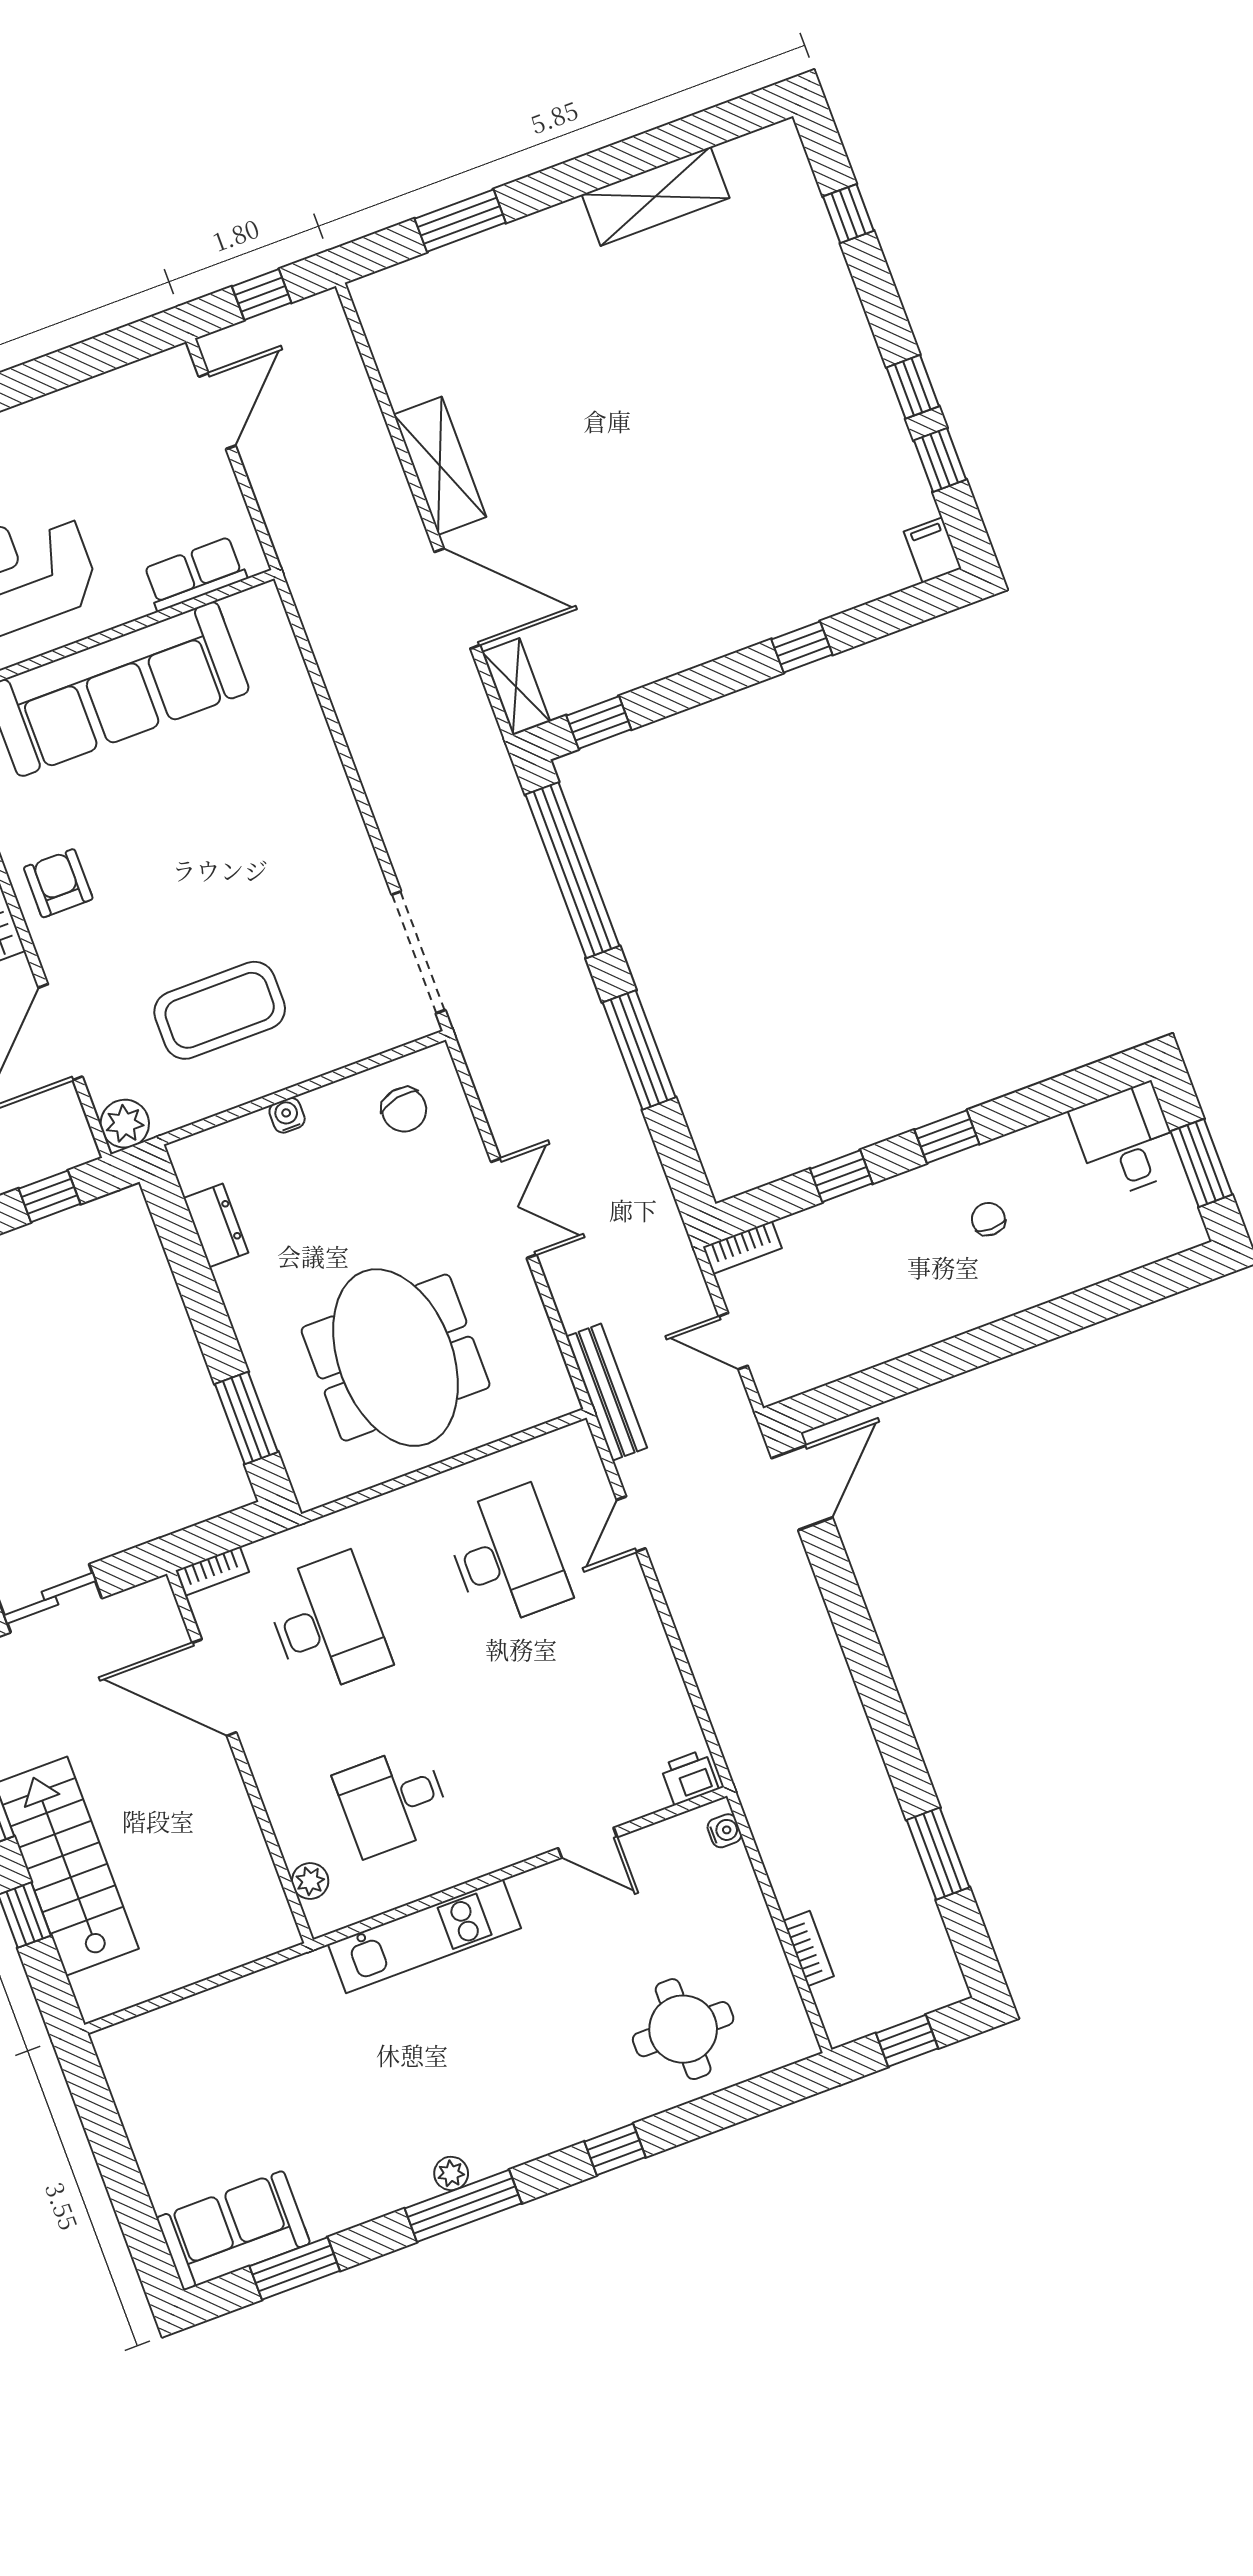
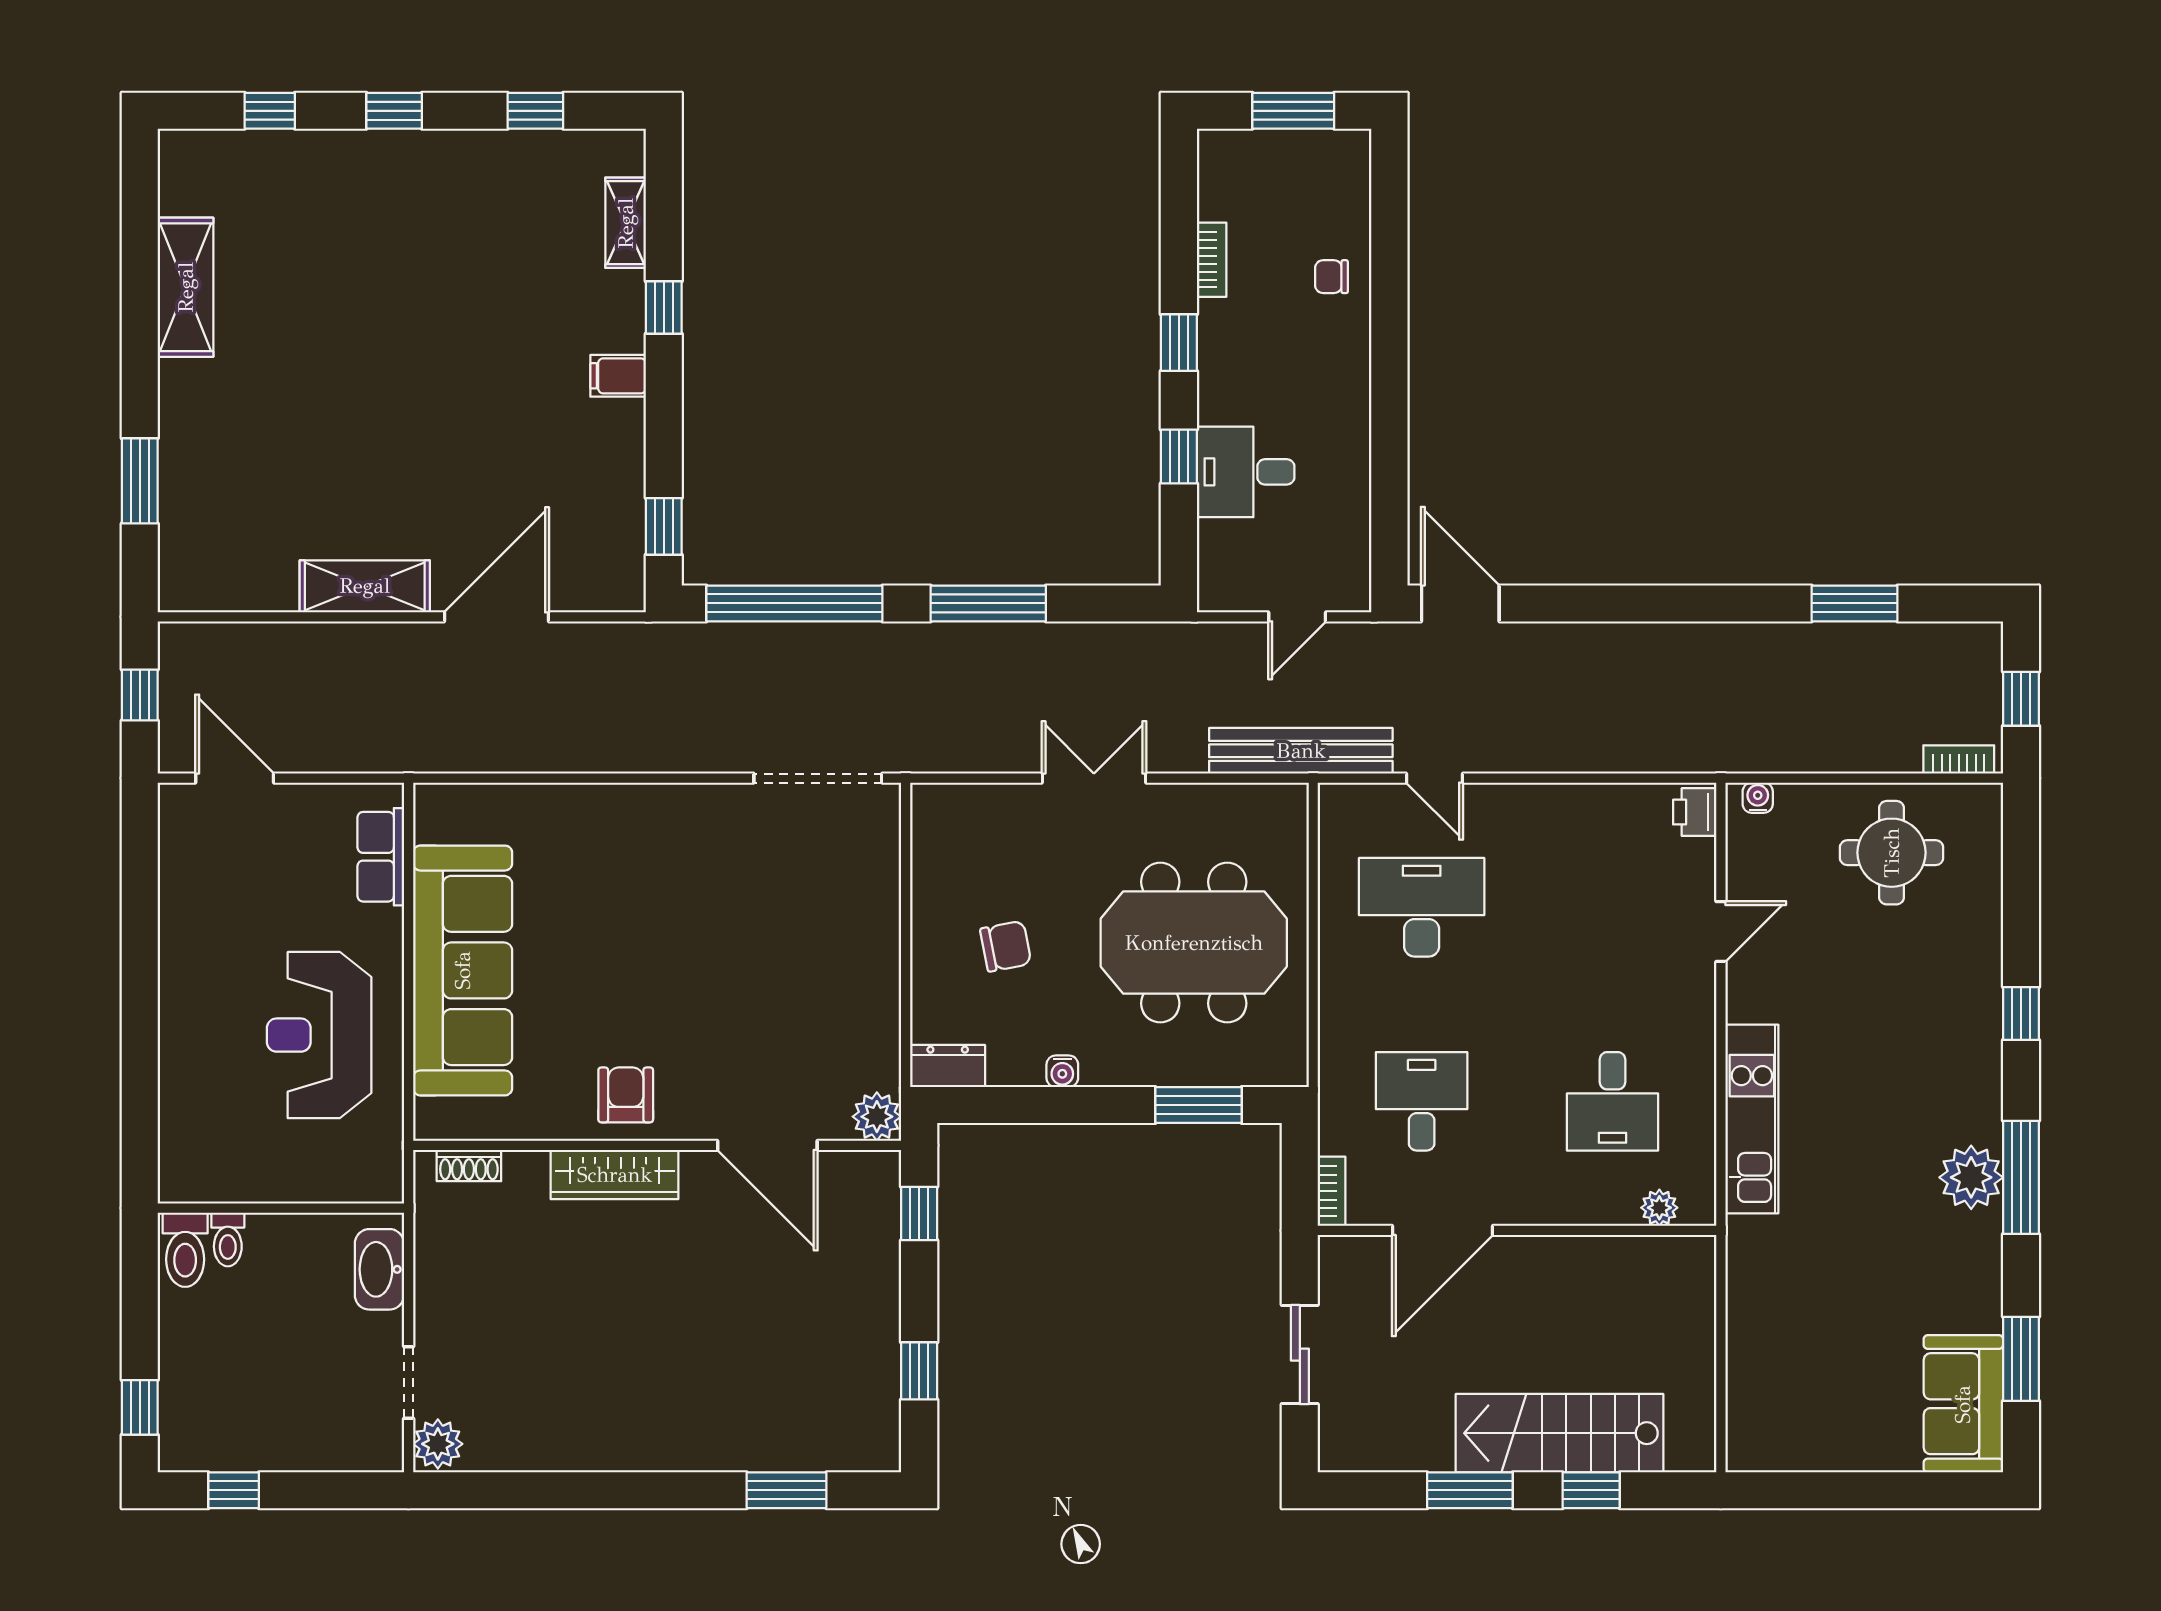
window: (913, 387) -> (394, 111), moved
filing cabinet: (933, 550) -> (618, 376), moved
shelving: (516, 687) -> (626, 223), moved, turned 90
armchair: (58, 883) -> (626, 1095), turned 90
coffee table: (220, 1010) -> (803, 987), removed
chair: (404, 1110) -> (1006, 946), moved
water cooler: (287, 1115) -> (1062, 1071), moved, turned -90
desk: (1126, 1141) -> (1246, 472), moved
chair: (988, 1219) -> (1332, 277), moved
dresser: (216, 1225) -> (948, 1066), moved
bookcase: (742, 1247) -> (1212, 260), moved
bench: (607, 1392) -> (1301, 751), width x1.37, depth x1.21
desk: (327, 1624) -> (1422, 1101), width x0.73
bookcase: (809, 1949) -> (1959, 759), moved
round table: (683, 2029) -> (1892, 853), moved
plant: (451, 2173) -> (1971, 1177), width x1.88, depth x1.88

